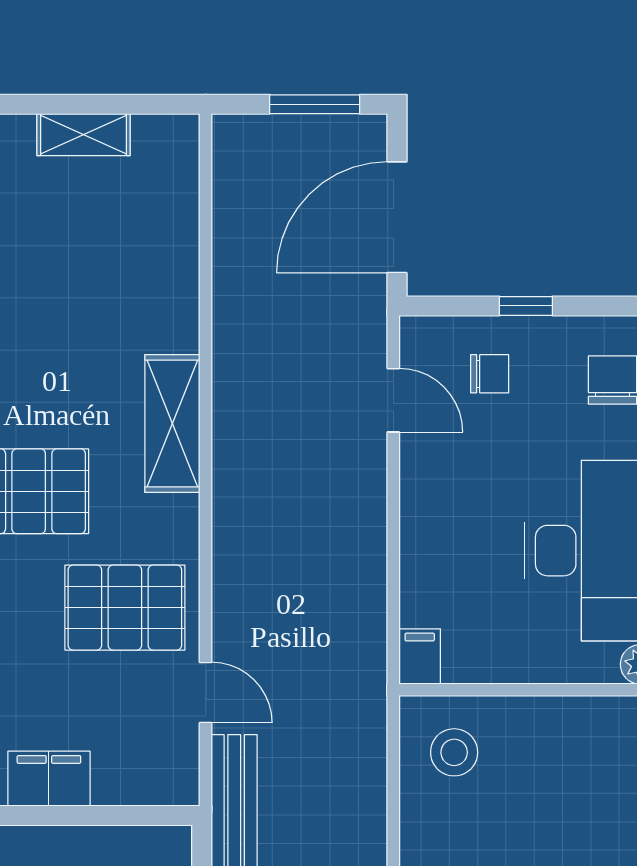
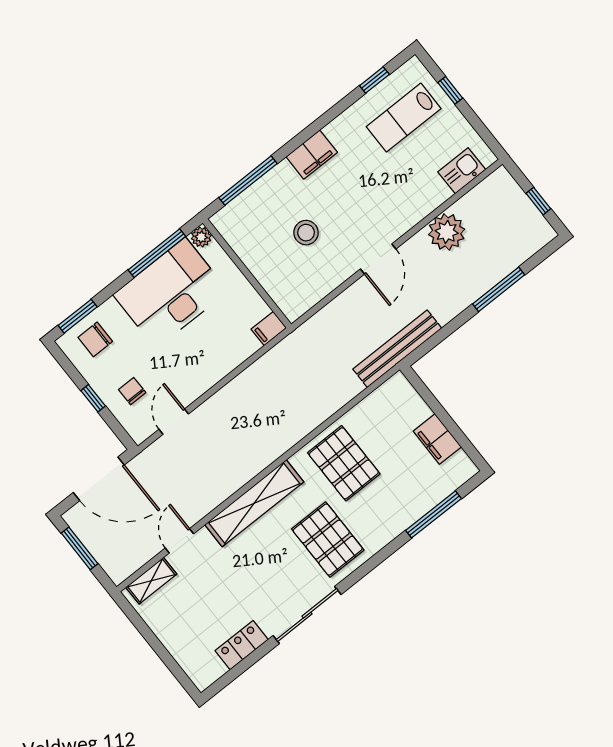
shelving: (83, 135) -> (151, 581), moved, turned 90
shelving: (172, 424) -> (254, 503), width x1.47
door: (206, 692) -> (179, 541), moved
stool: (454, 752) -> (306, 233), moved

